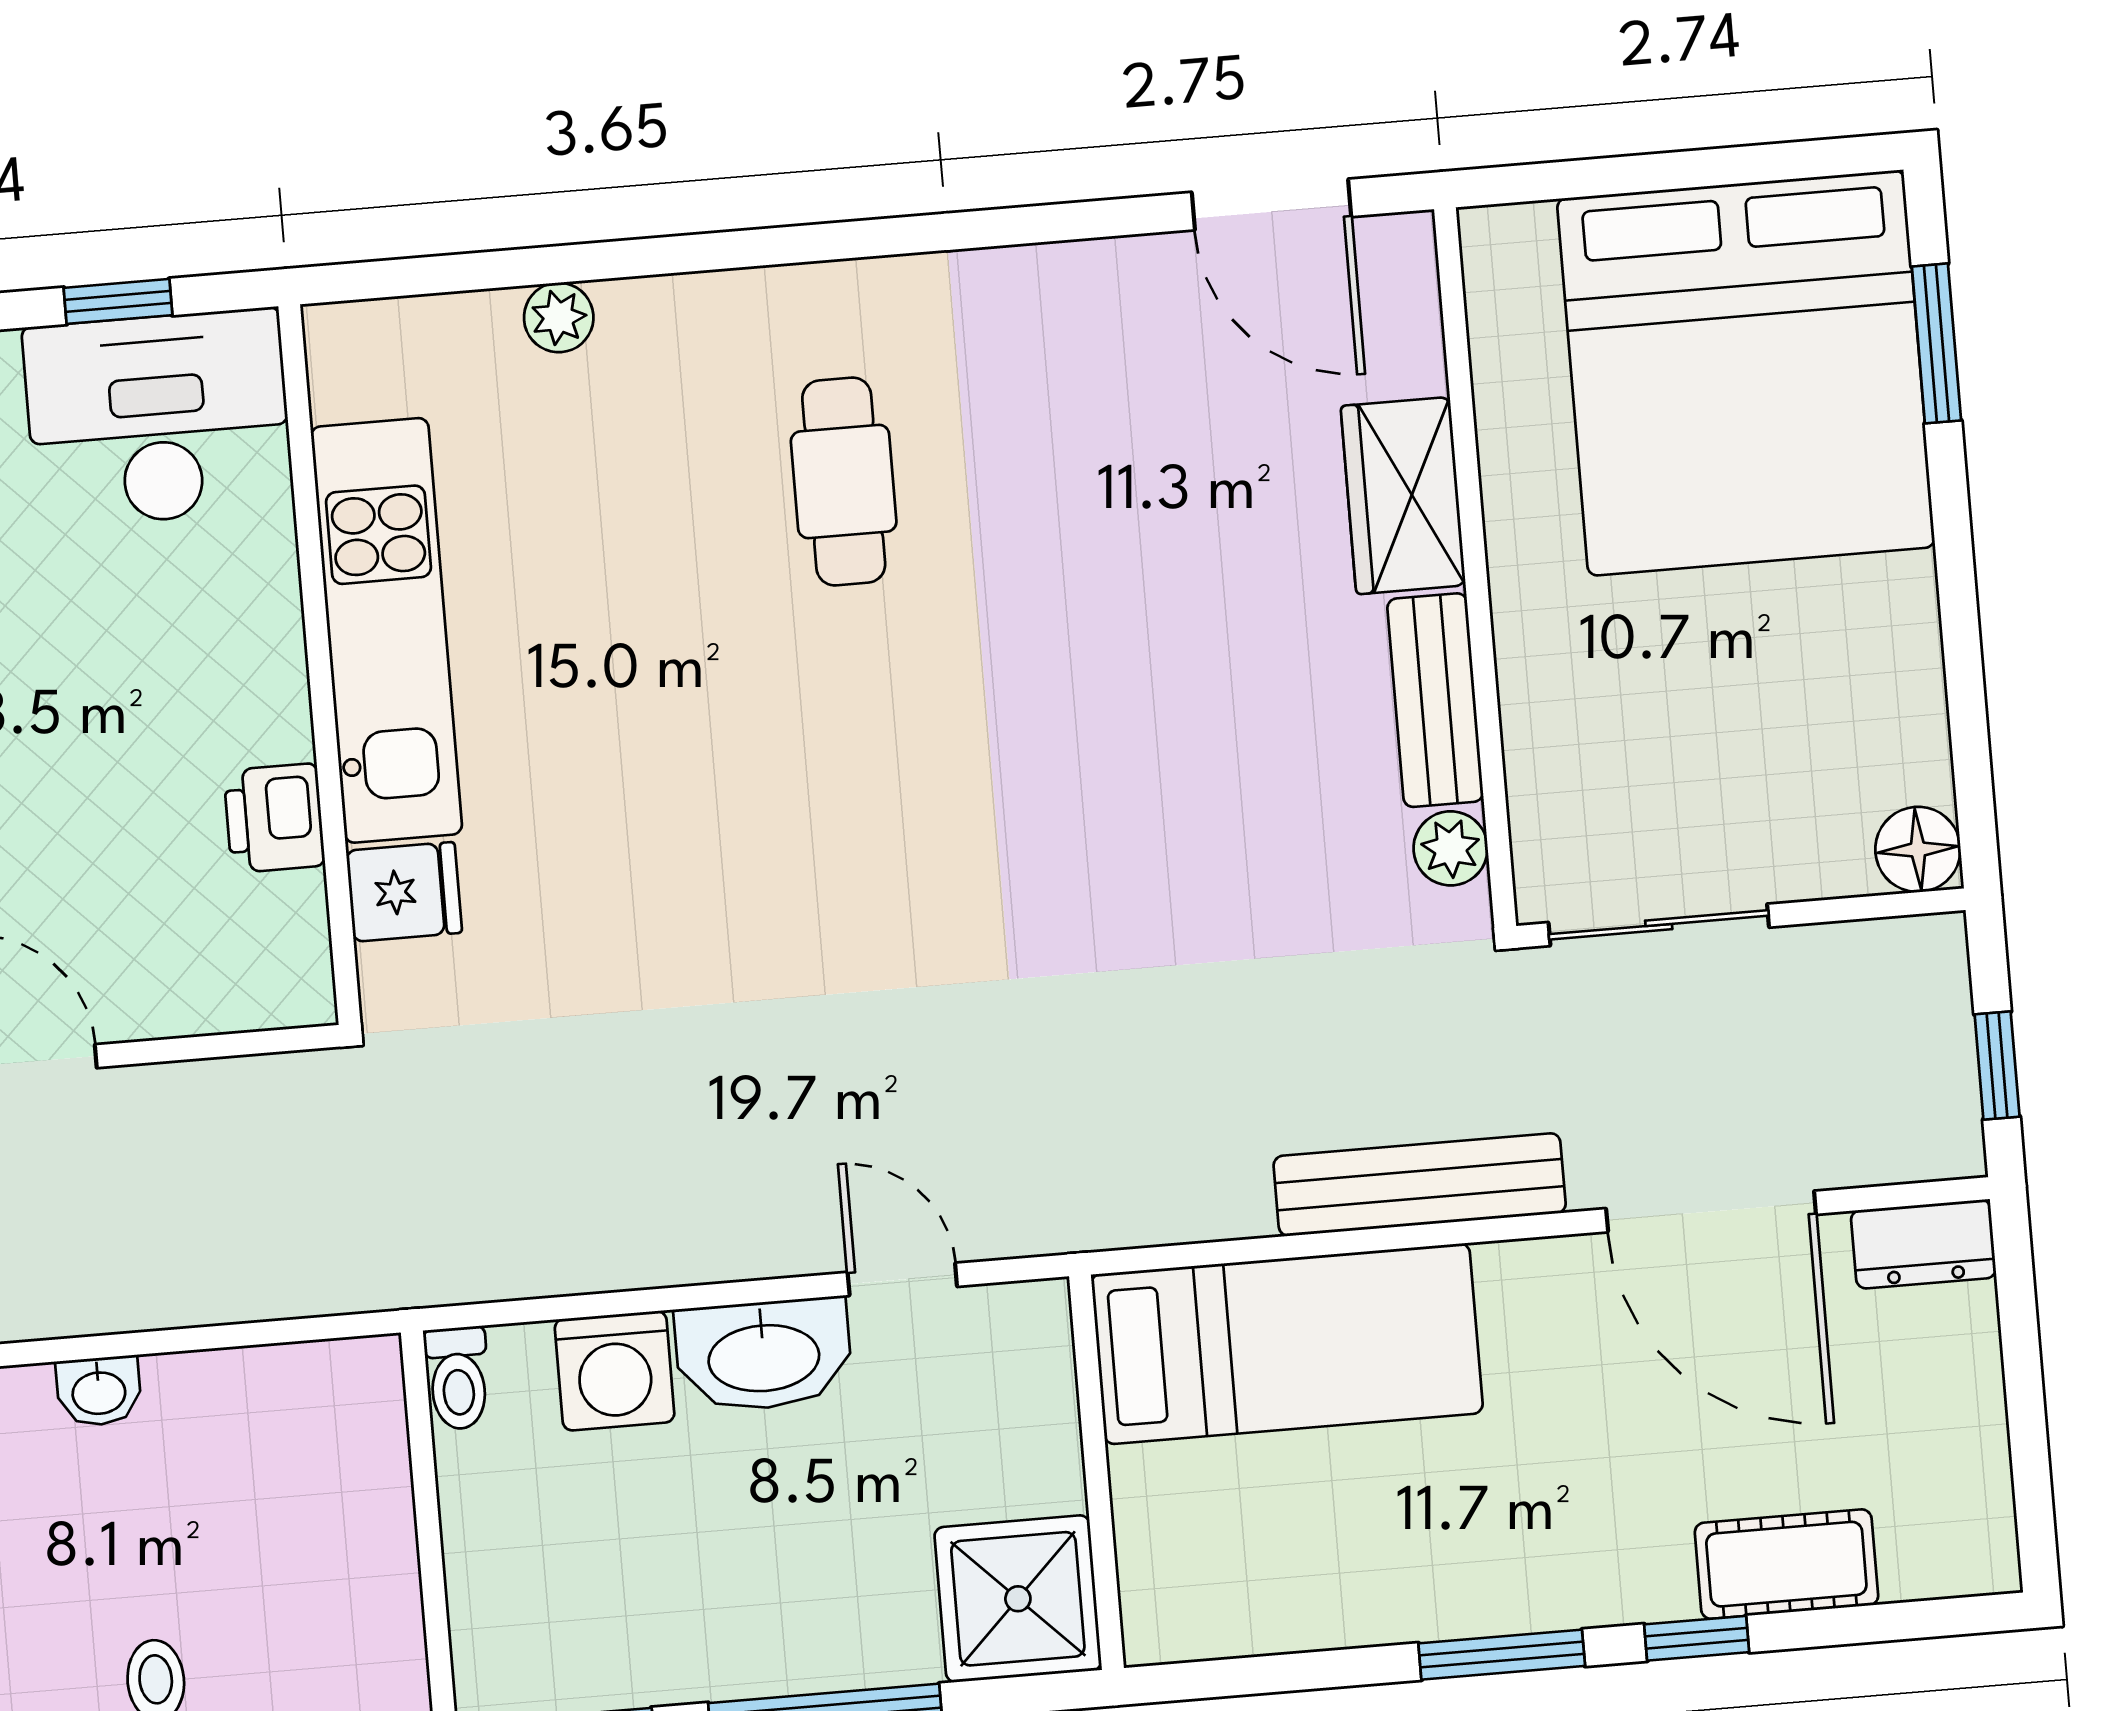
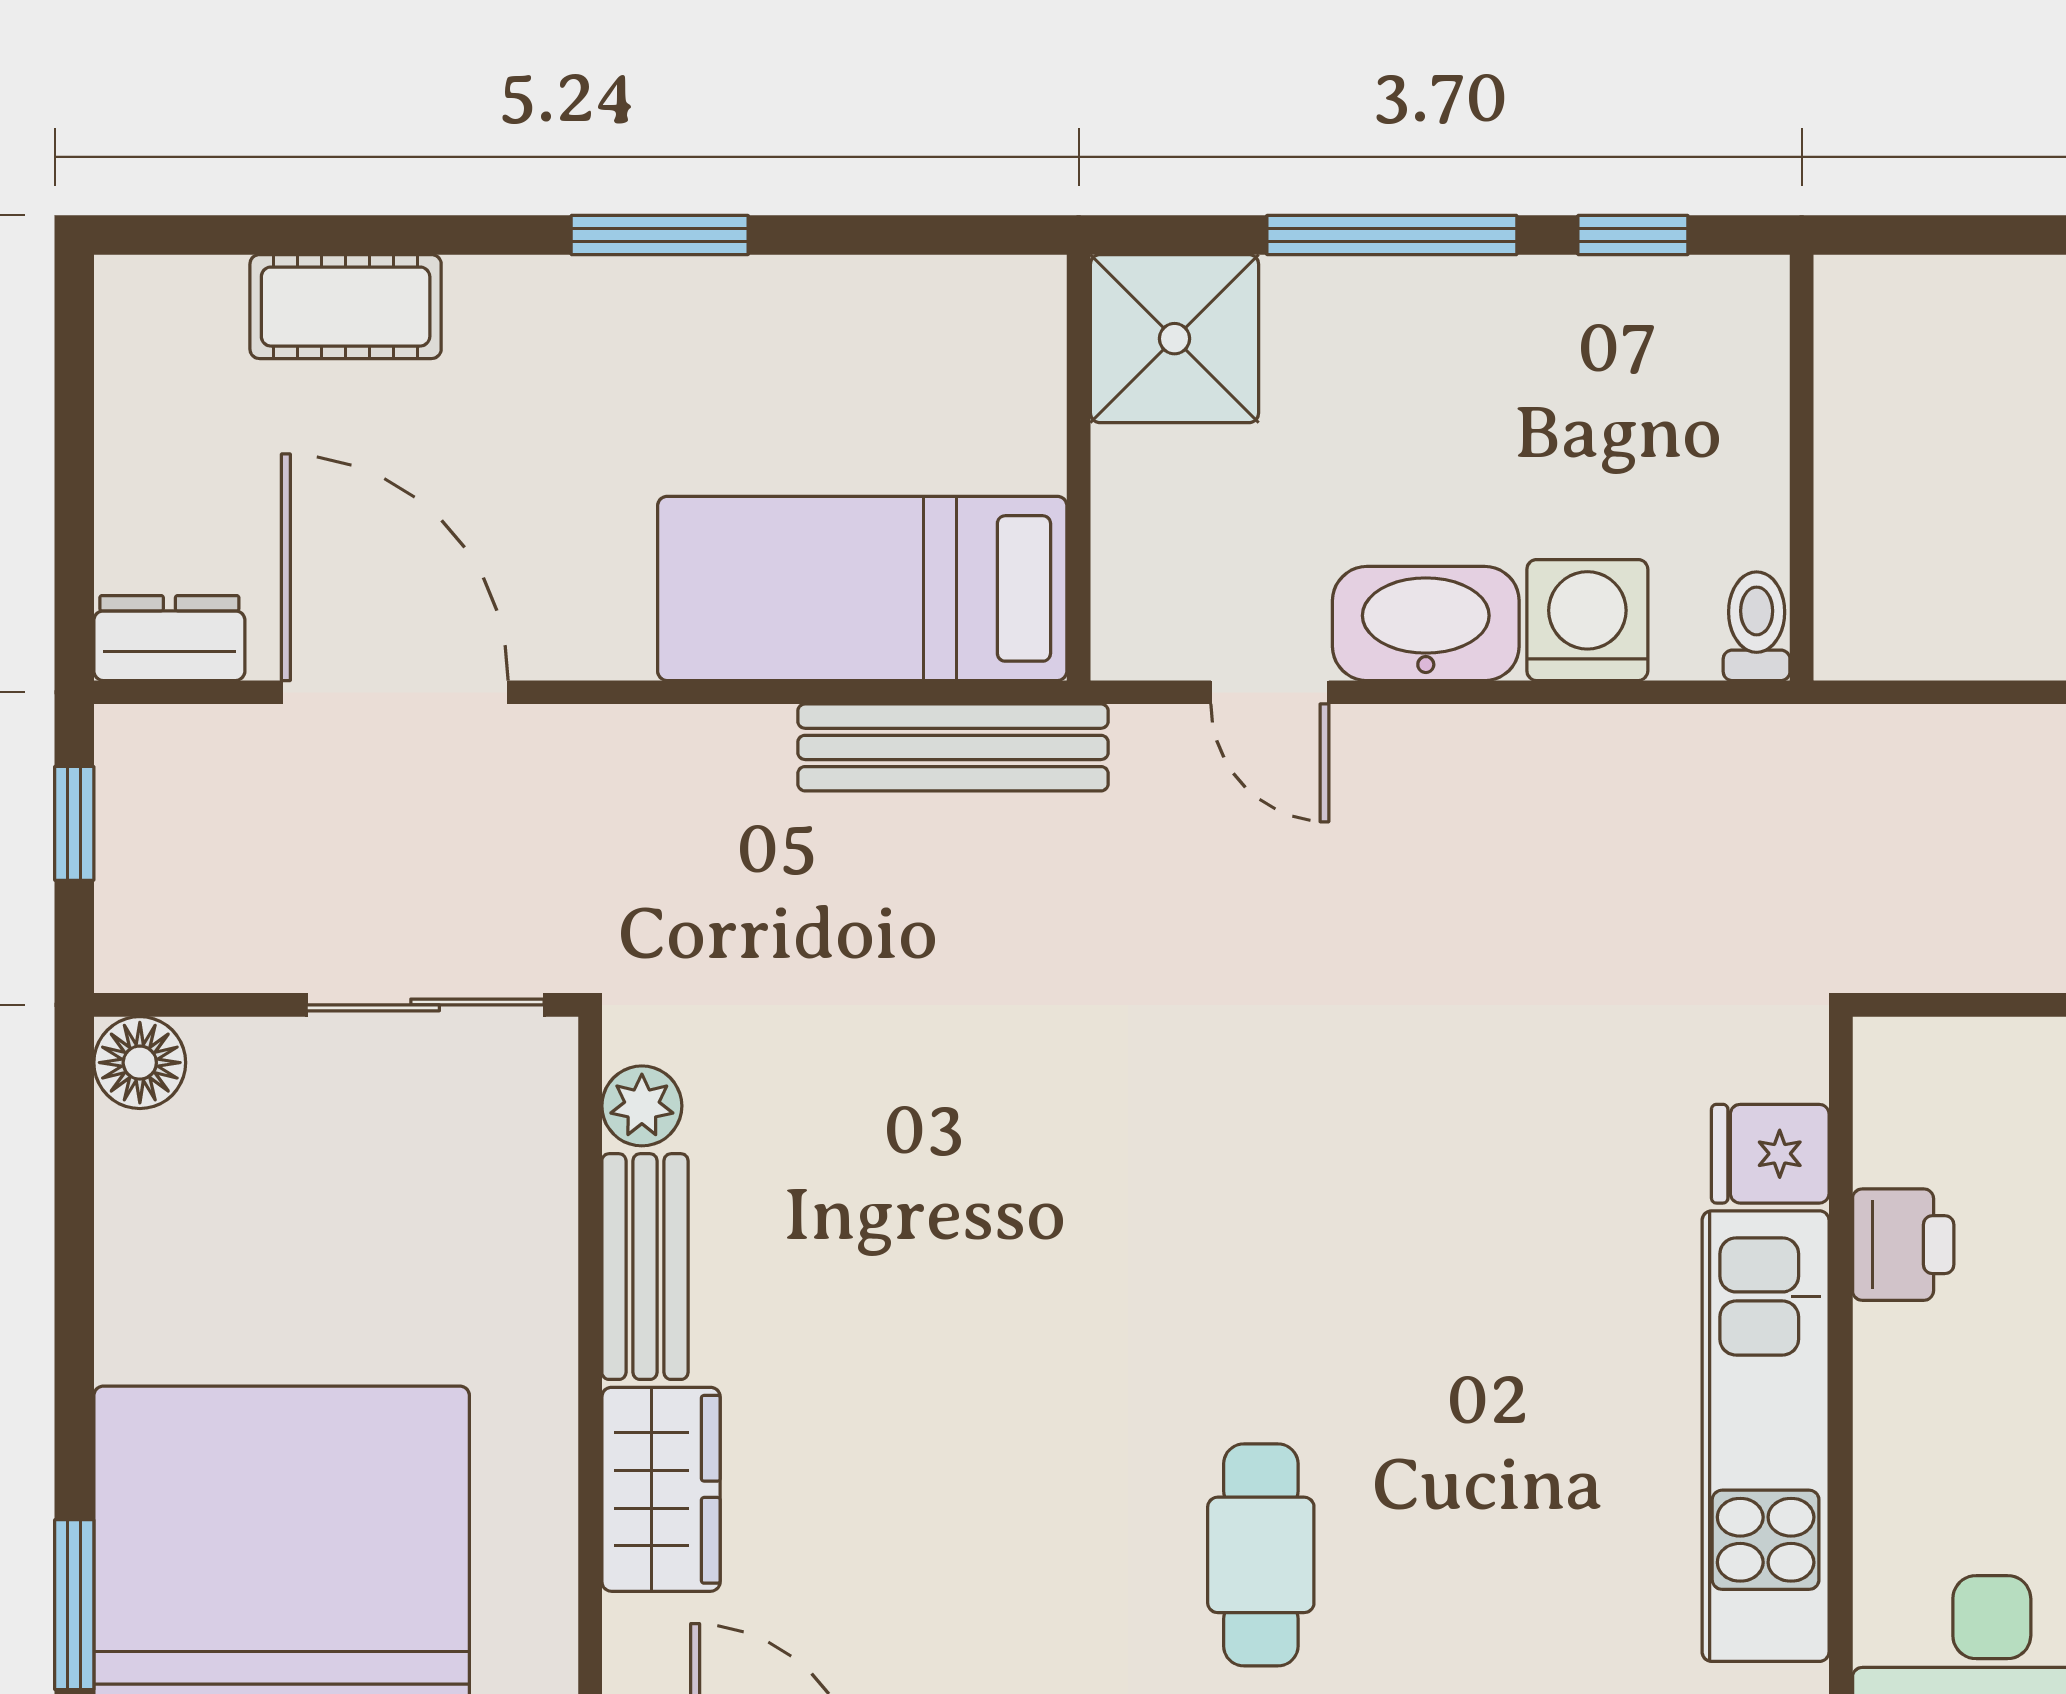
bench: (1420, 1185) -> (953, 747), moved
window: (1697, 1638) -> (449, 235), removed

